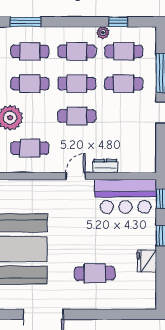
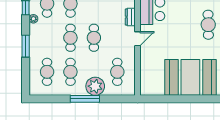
window: (25, 22) -> (26, 46), moved
cafe table: (77, 51) -> (47, 38), removed
door: (75, 176) -> (138, 39), swing flipped

